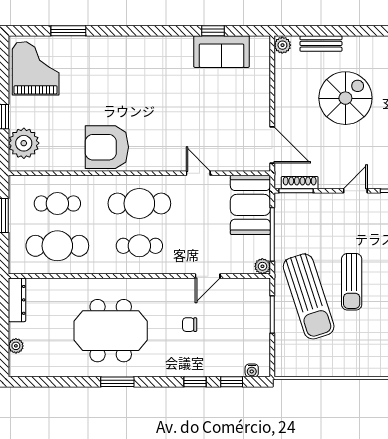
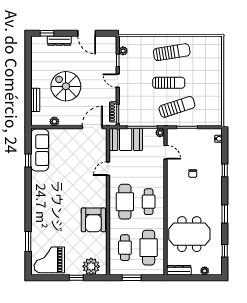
plant: (282, 45) -> (54, 121), moved
sofa: (222, 52) -> (40, 150), width x1.36
door: (208, 276) -> (166, 152), moved
sun lounger: (309, 296) -> (177, 107), width x0.73, depth x0.75
meeting table: (111, 331) -> (189, 234), moved, turned 90
window: (232, 382) -> (225, 251), moved

